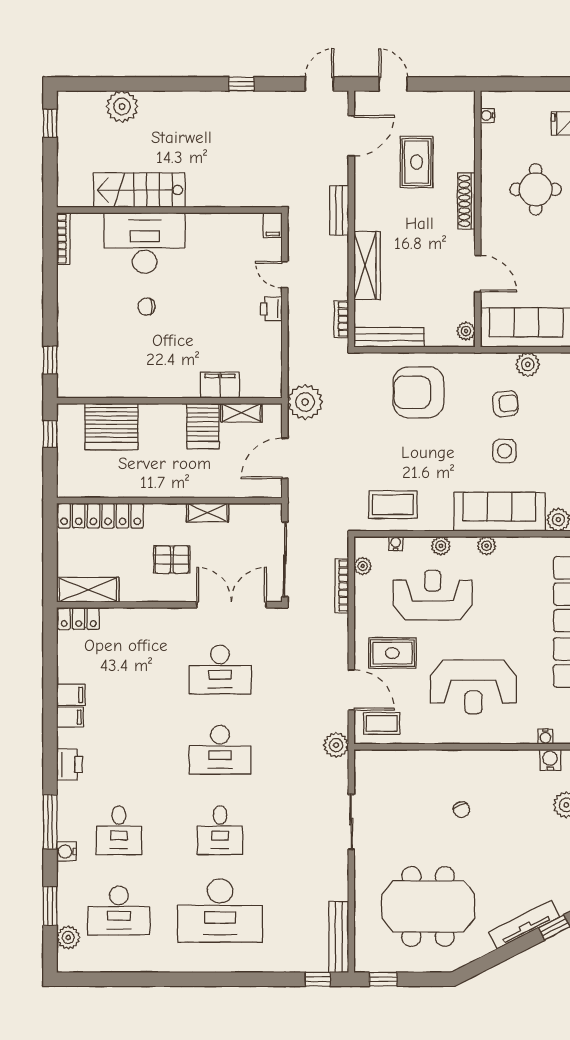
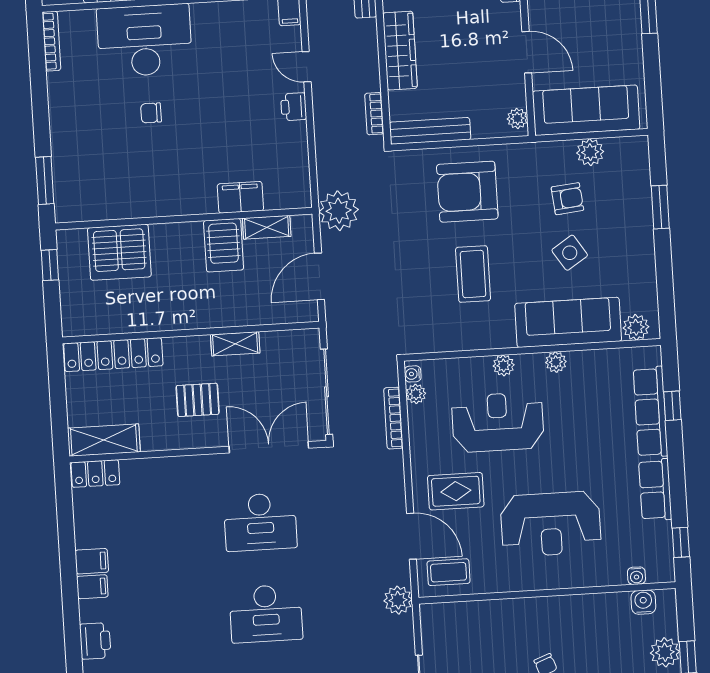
window: (50, 360) -> (45, 181), width x1.50
side table: (505, 451) -> (570, 253), turned -33
coffee table: (393, 505) -> (473, 274), moved, turned 90
water cooler: (396, 544) -> (413, 374), moved, turned -90

